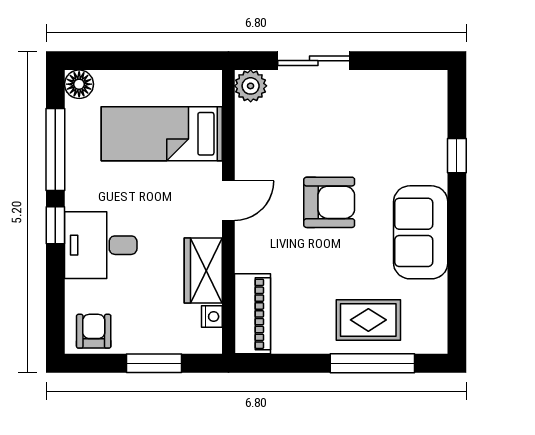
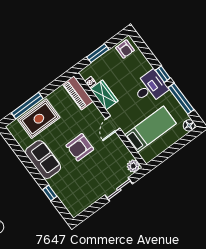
desk: (101, 245) -> (150, 88), moved
rug: (368, 320) -> (39, 119), width x1.36, depth x1.43

